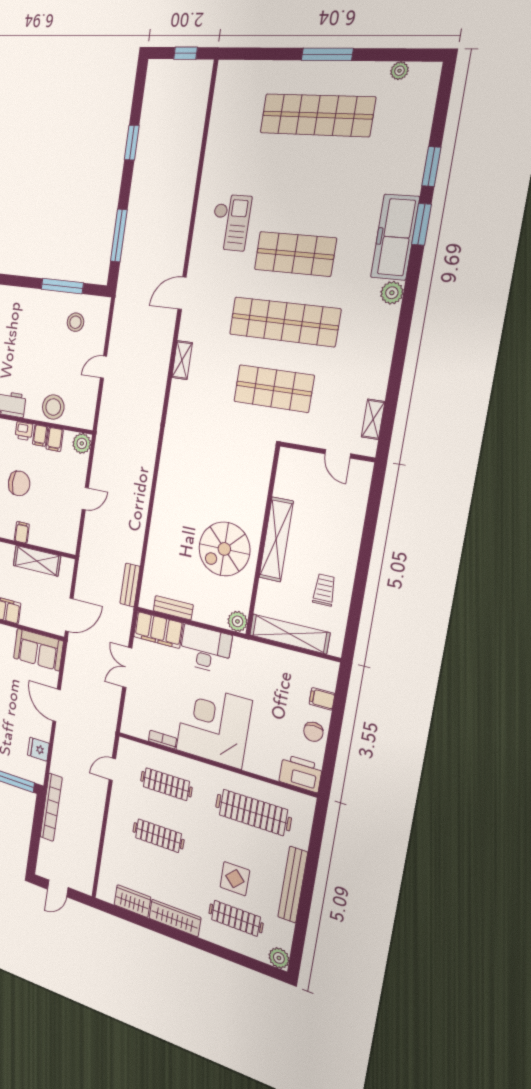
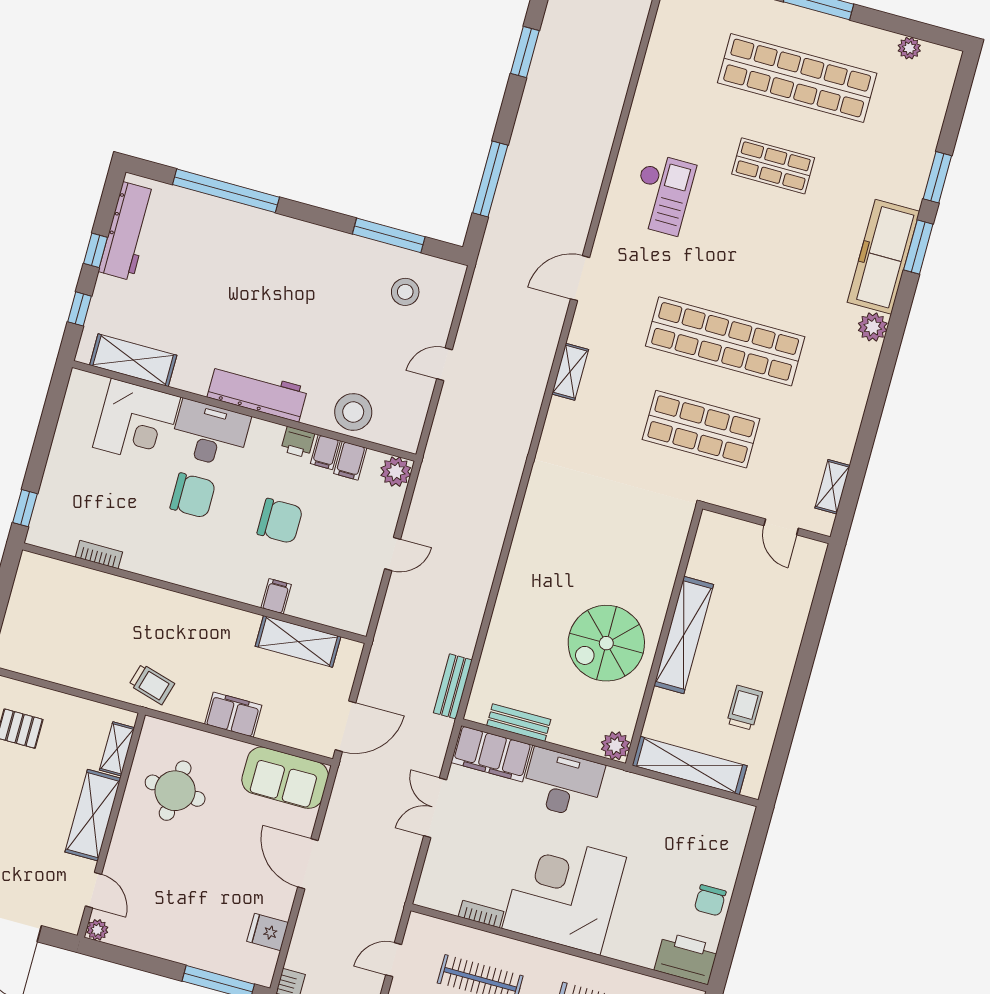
shop shelf: (295, 254) -> (773, 166), moved, width x0.70, depth x0.74
filing cabinet: (322, 699) -> (727, 855), removed

